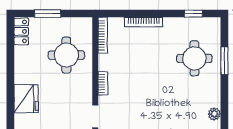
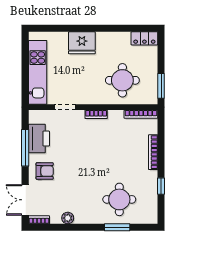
window: (48, 14) -> (161, 86), moved
window: (193, 14) -> (161, 186), moved

